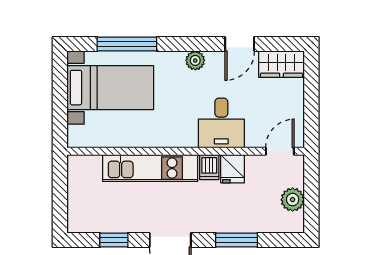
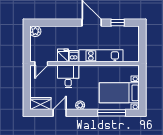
plant: (293, 200) -> (35, 31), moved
window: (236, 240) -> (61, 23), removed

